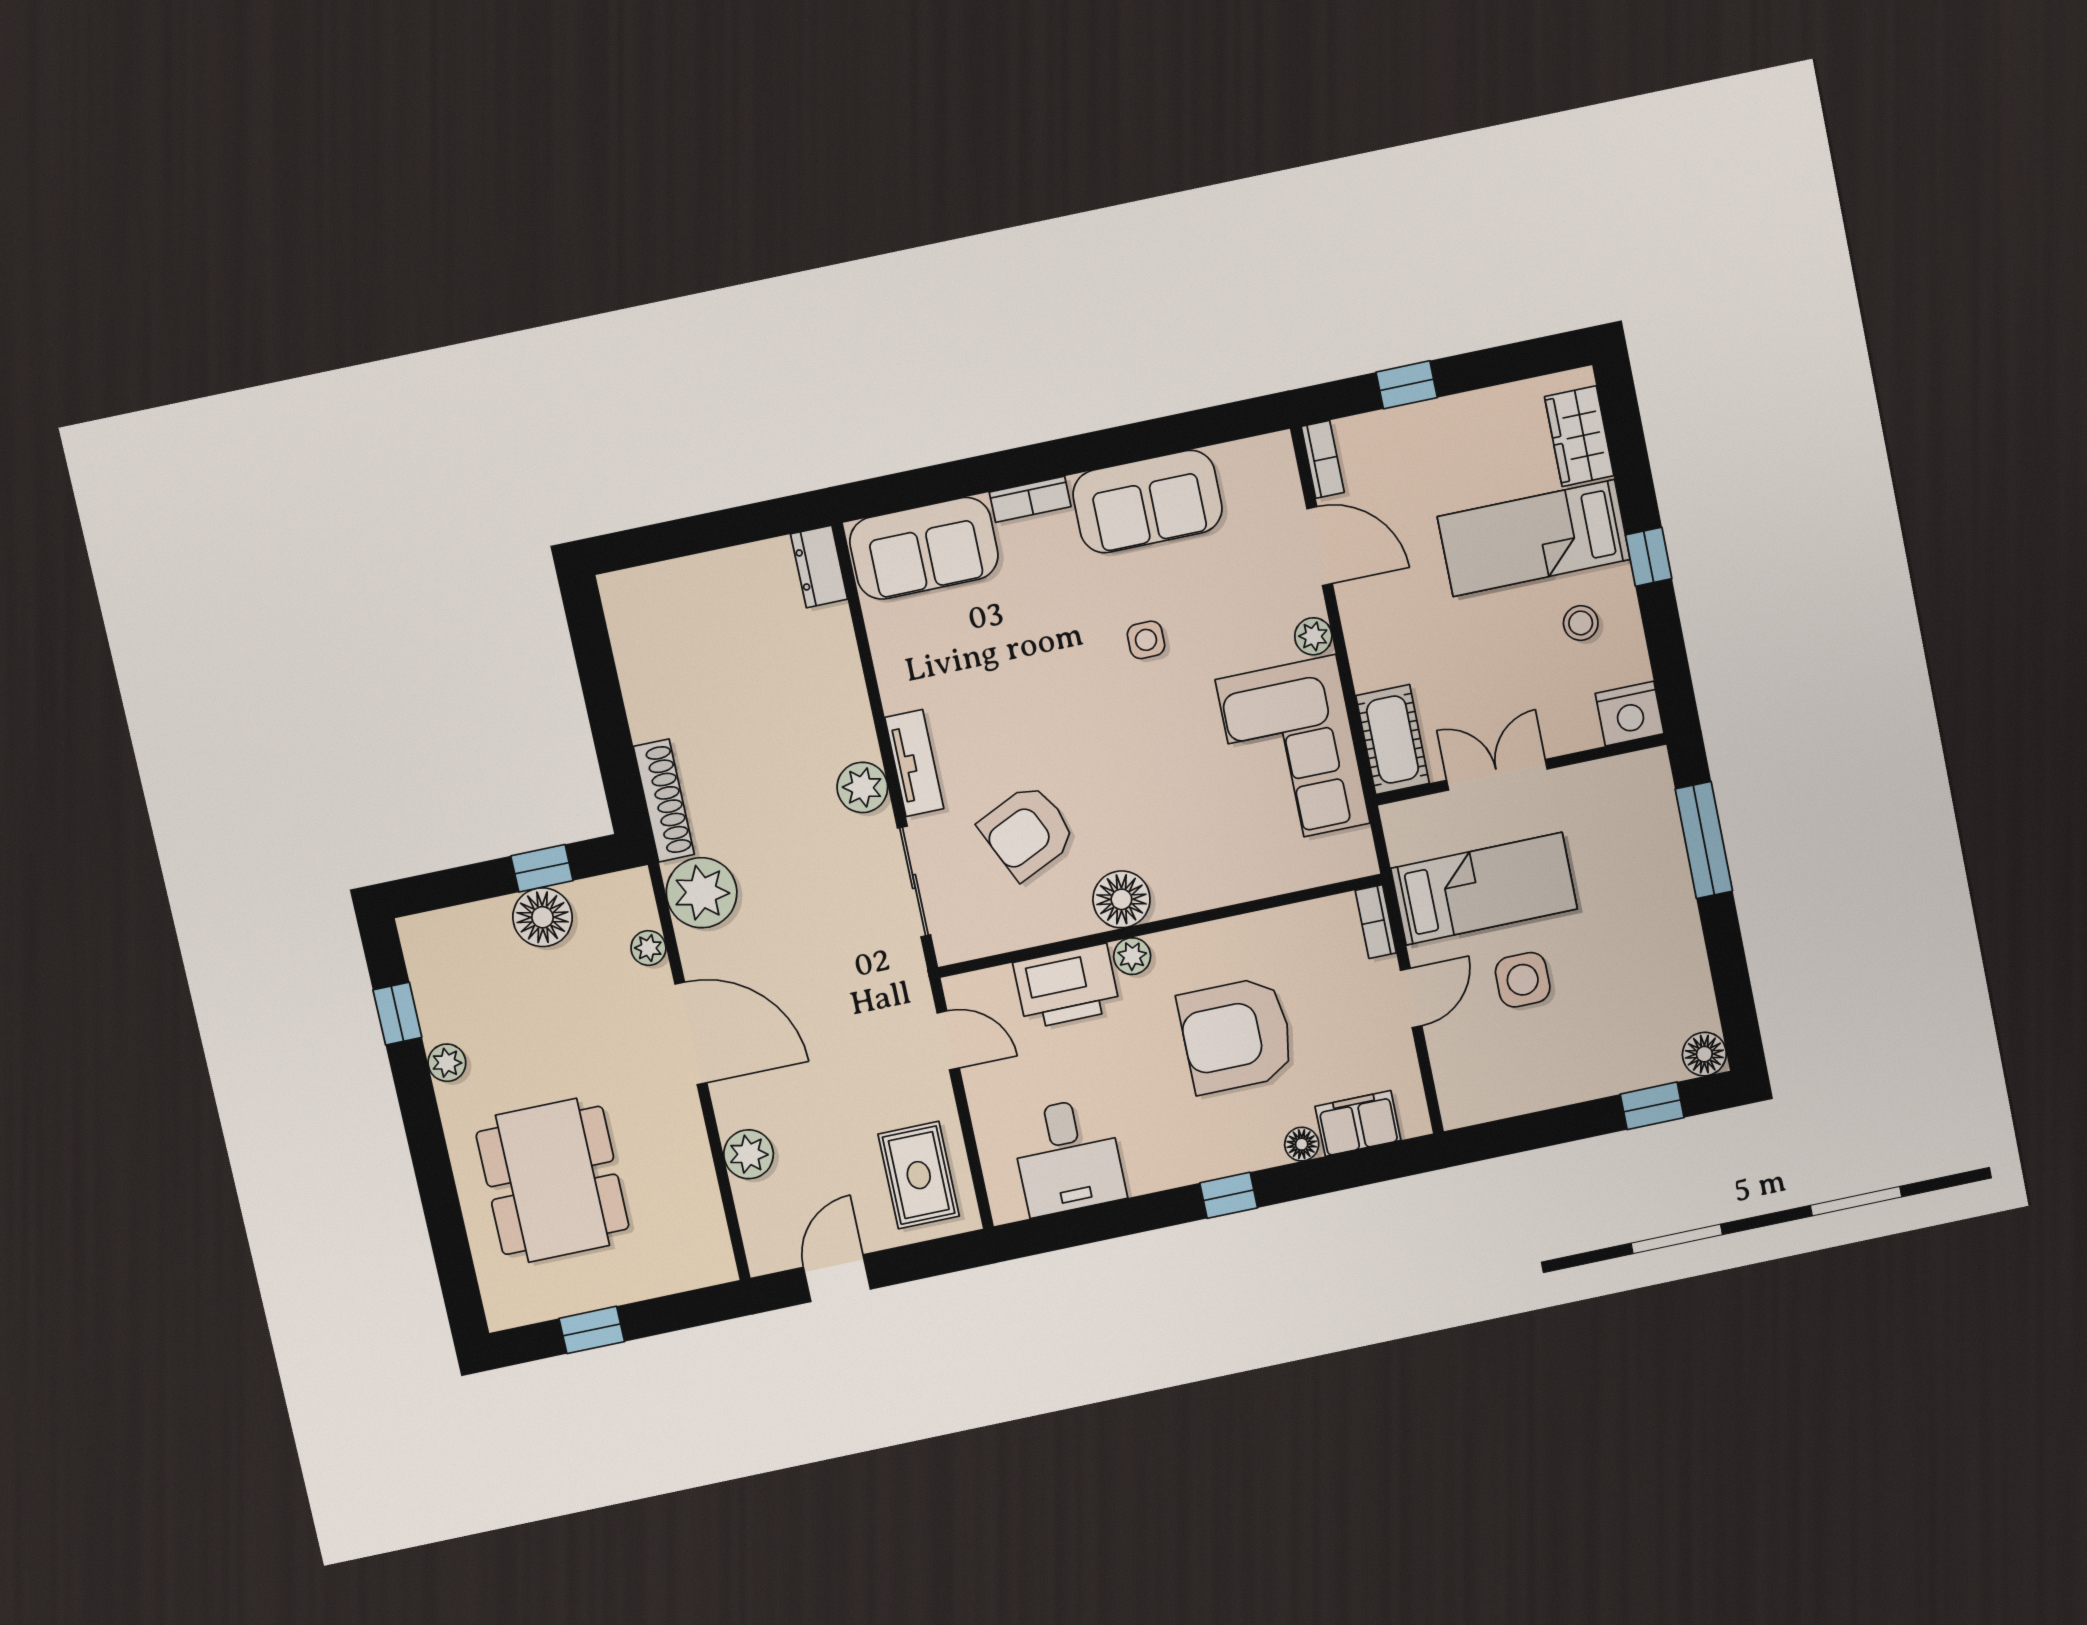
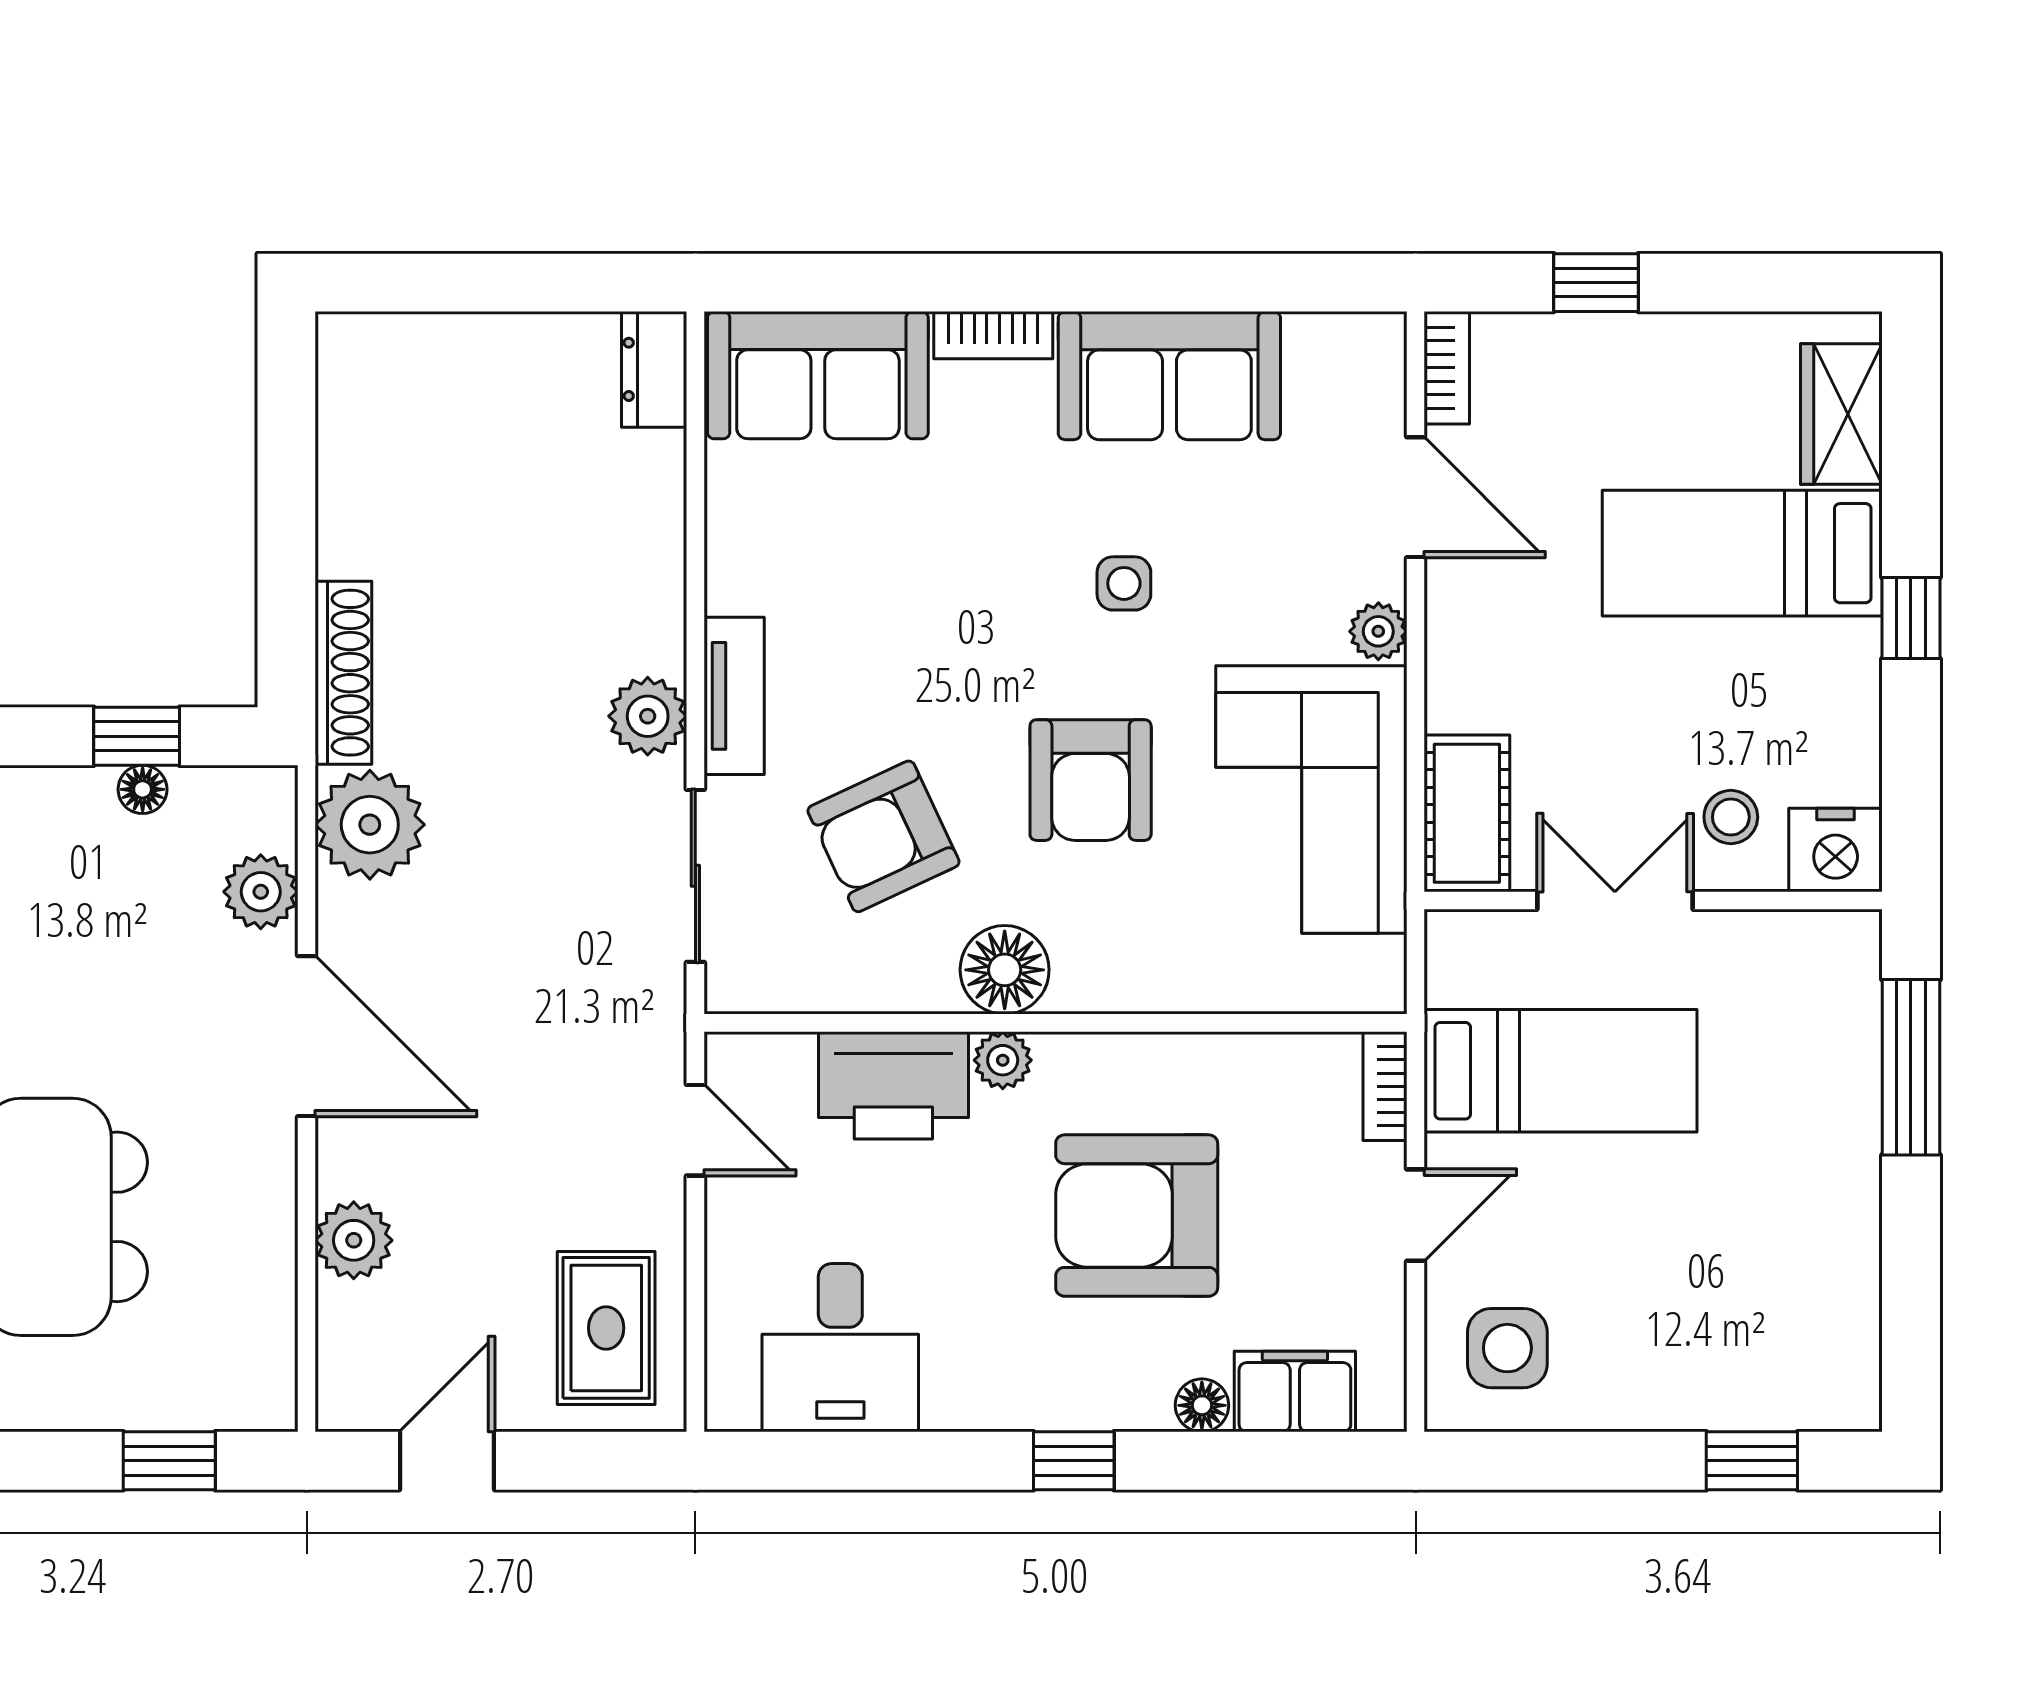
stool: (1581, 623) -> (1731, 817), moved
armchair: (1151, 769) -> (1091, 780), added
floor lamp: (543, 917) -> (143, 789), width x0.53, depth x0.53
plant: (648, 948) -> (261, 892), width x1.38, depth x1.38
side table: (1523, 980) -> (1507, 1348), moved
floor lamp: (1704, 1054) -> (1848, 1398), removed
window: (592, 1330) -> (169, 1461), moved

